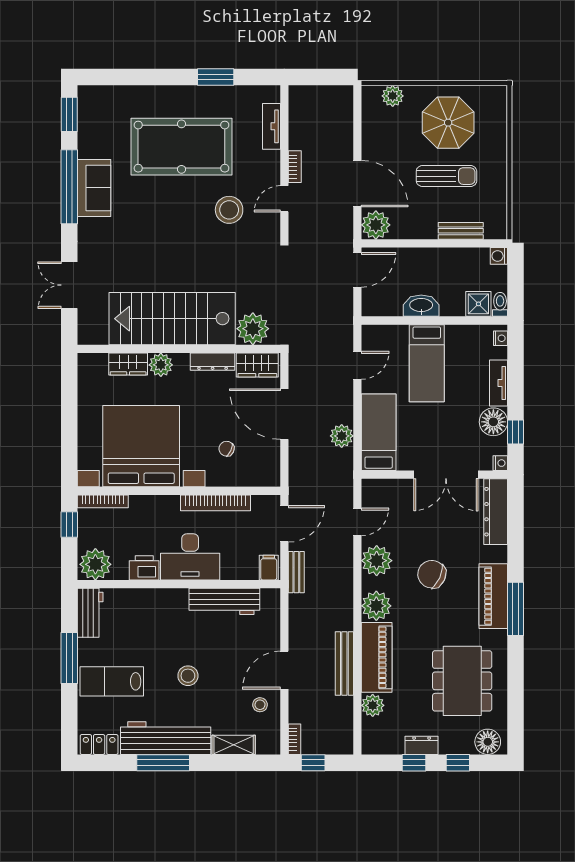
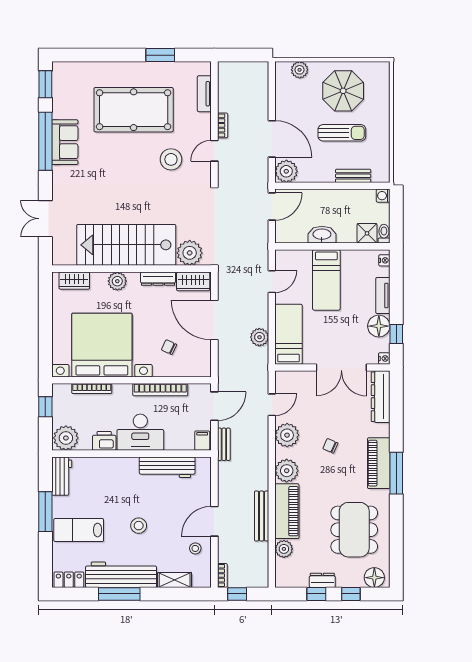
wardrobe: (128, 364) -> (74, 281), moved
bookcase: (103, 501) -> (92, 389), moved
chair: (432, 574) -> (330, 446), width x0.54, depth x0.54

